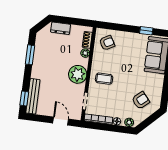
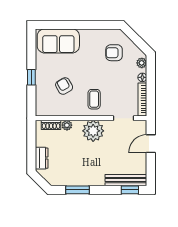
window: (146, 31) -> (31, 77), moved
armchair: (107, 43) -> (64, 86), moved
armchair: (141, 100) -> (114, 53), turned -49

